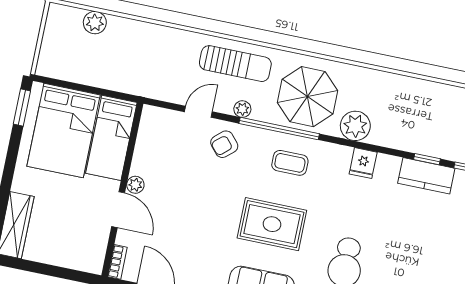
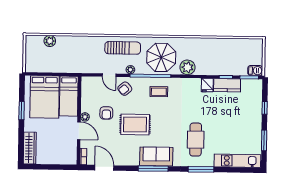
window: (22, 108) -> (22, 111), moved
door: (198, 112) -> (109, 75), swing flipped
fridge: (363, 163) -> (207, 85), moved
armchair: (179, 185) -> (106, 113), added
rug: (272, 224) -> (135, 124), moved

